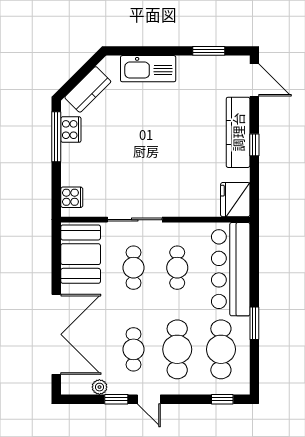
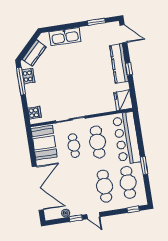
cafe table: (177, 268) -> (98, 142), width x1.37, depth x1.35
cafe table: (133, 349) -> (81, 190), removed

